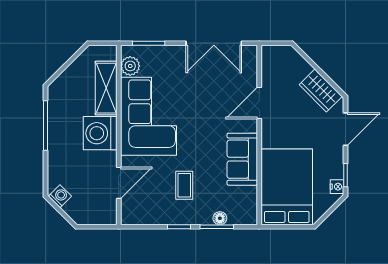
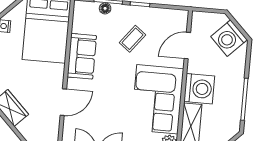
coffee table: (184, 185) -> (132, 39), turned 38
washing machine: (60, 196) -> (229, 38), width x1.89, depth x1.89

